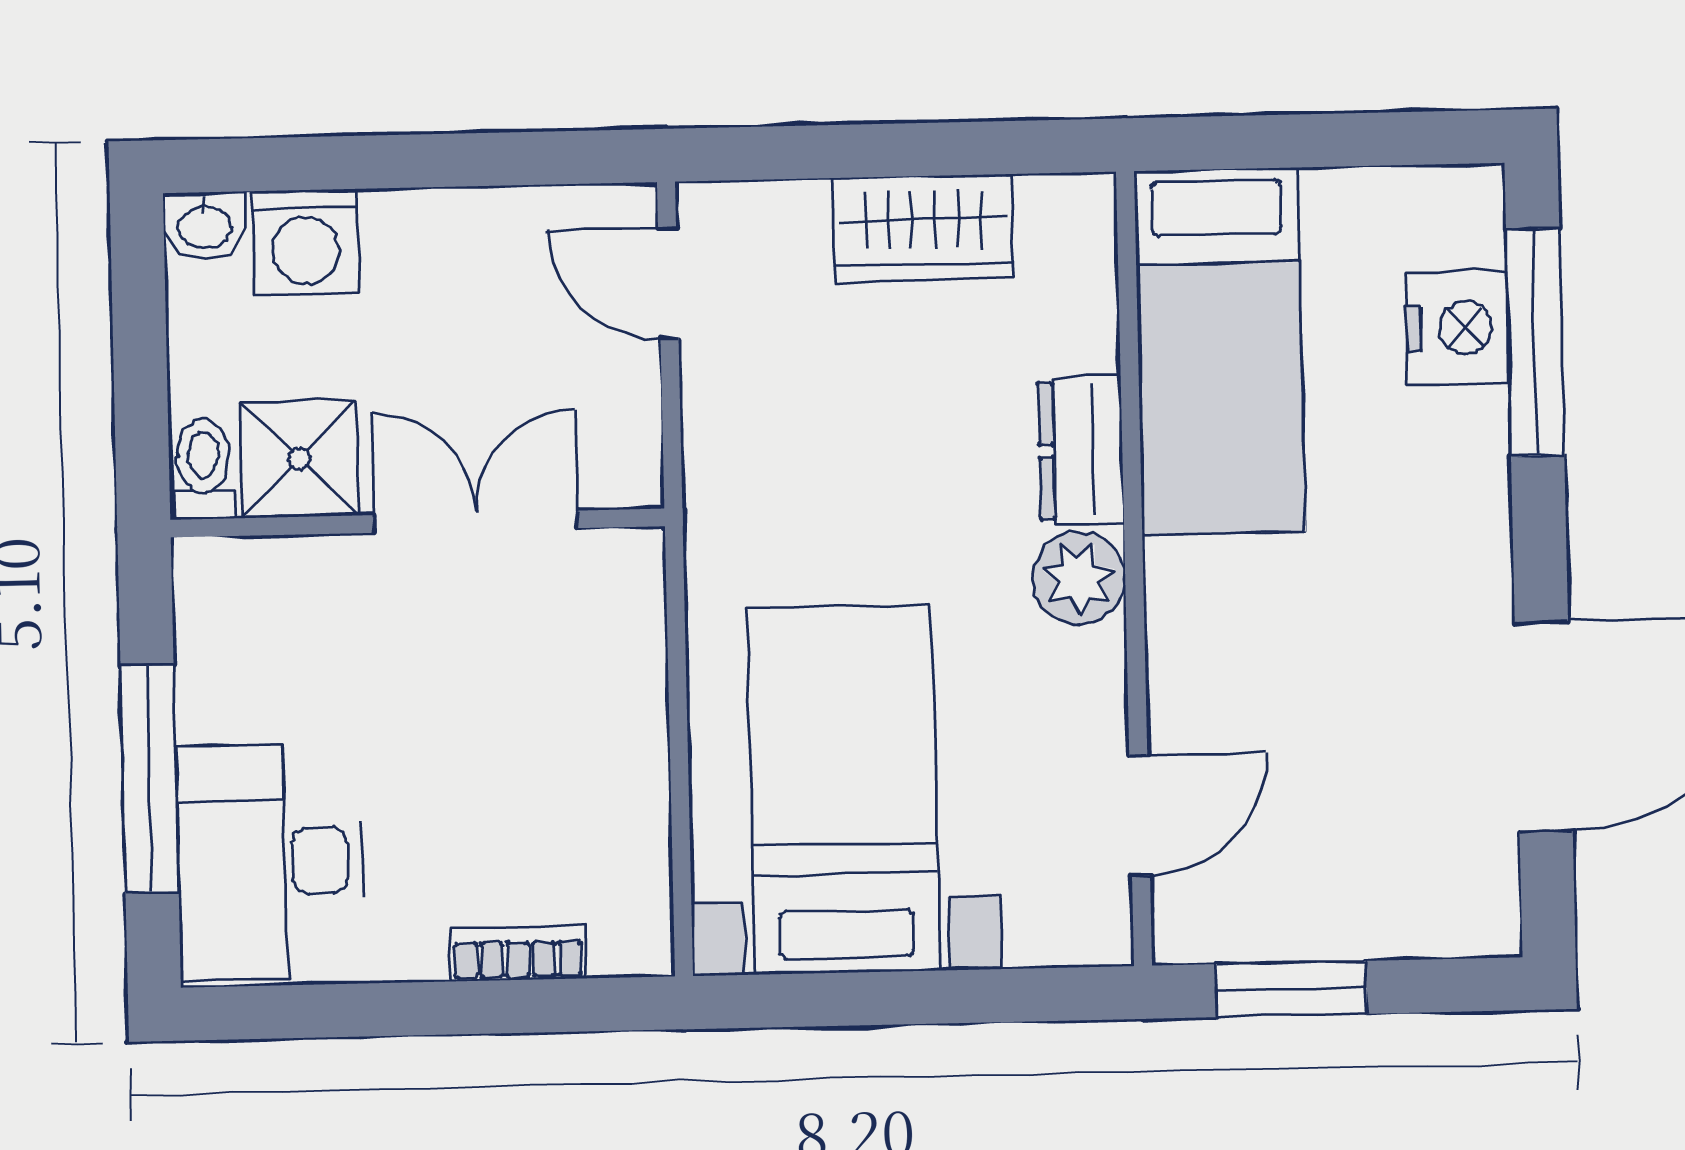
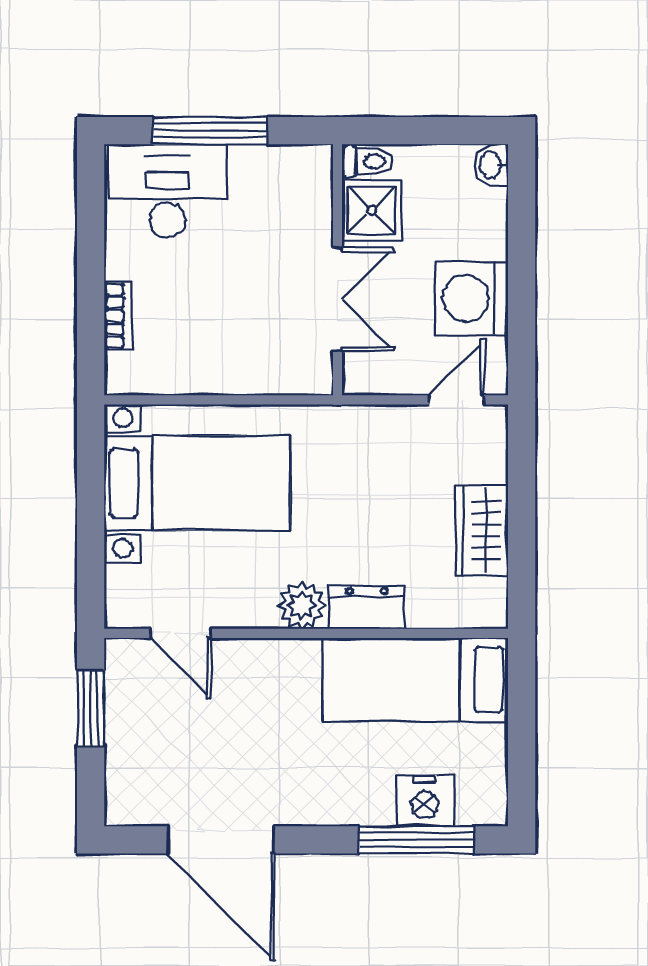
washing machine: (306, 242) -> (472, 298), moved, width x1.37, depth x1.37

